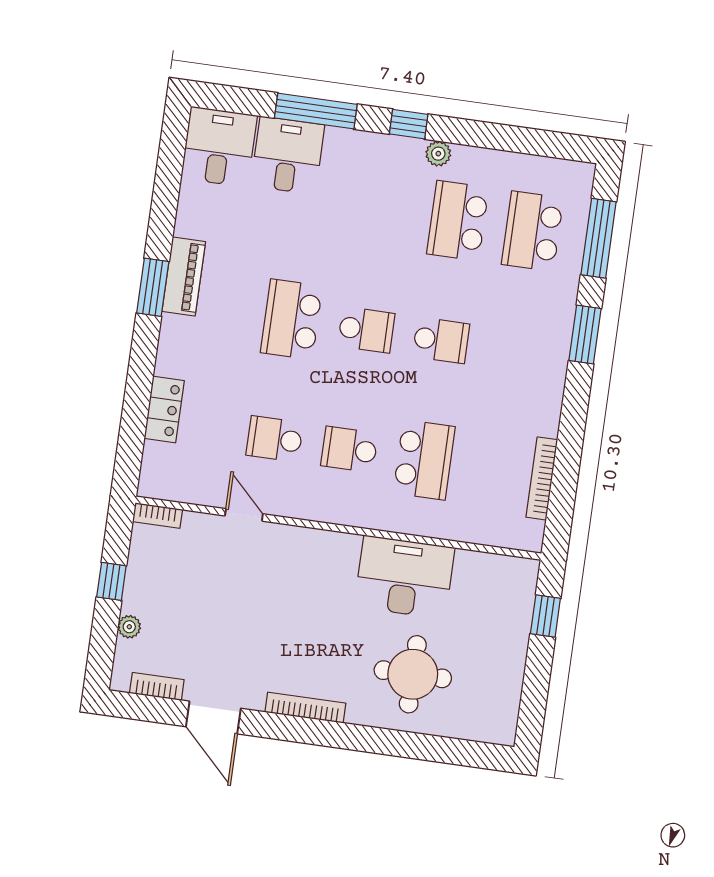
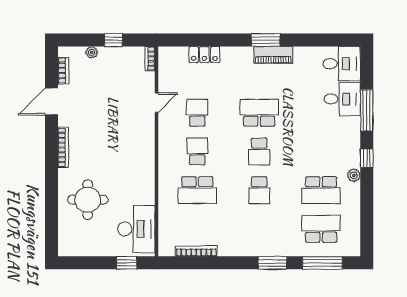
school desk: (458, 221) -> (321, 190), turned 180
desk: (404, 577) -> (136, 229), moved

